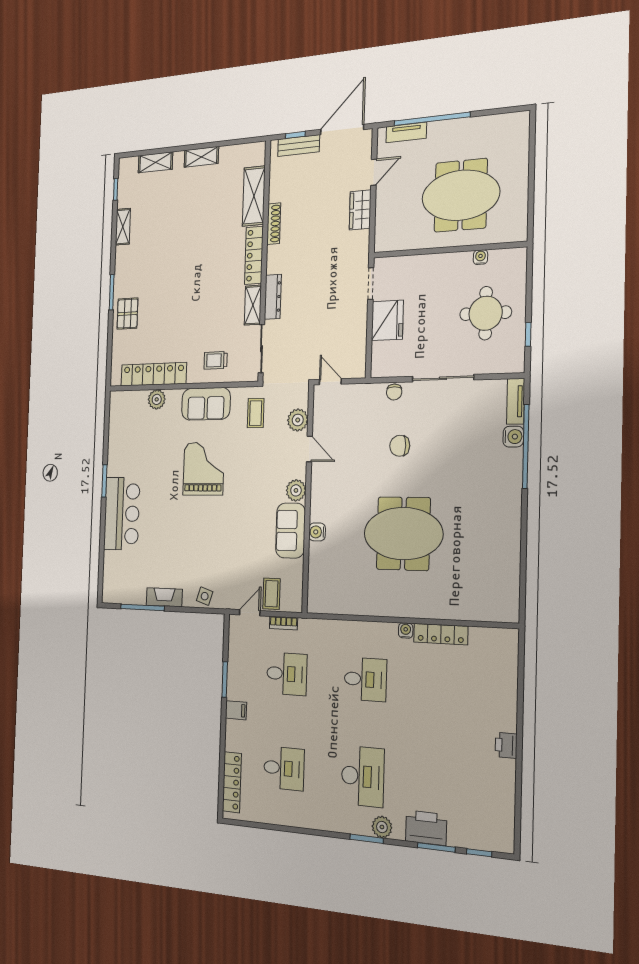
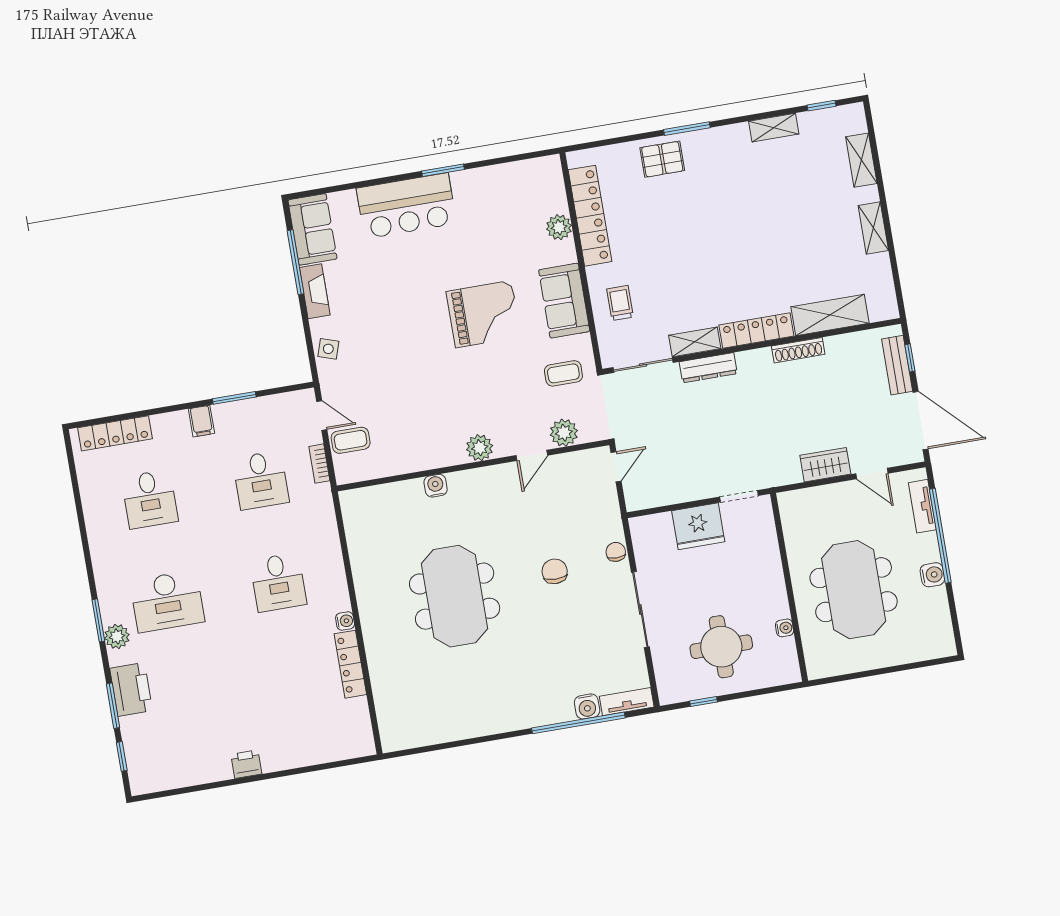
water cooler: (461, 128) -> (932, 575), added
chair: (394, 392) -> (616, 552), turned 90
sofa: (290, 531) -> (312, 229), moved, turned 90

